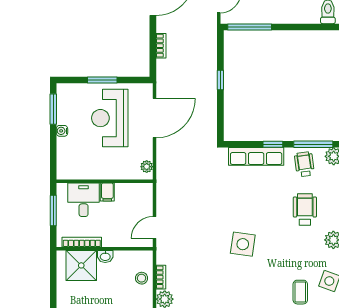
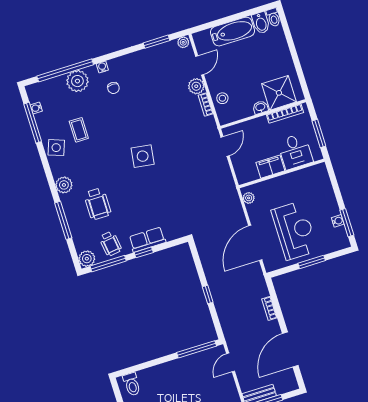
water cooler: (62, 131) -> (338, 221), moved
row of seats: (256, 156) -> (147, 240), width x0.68
filing cabinet: (107, 192) -> (270, 167), width x2.00

